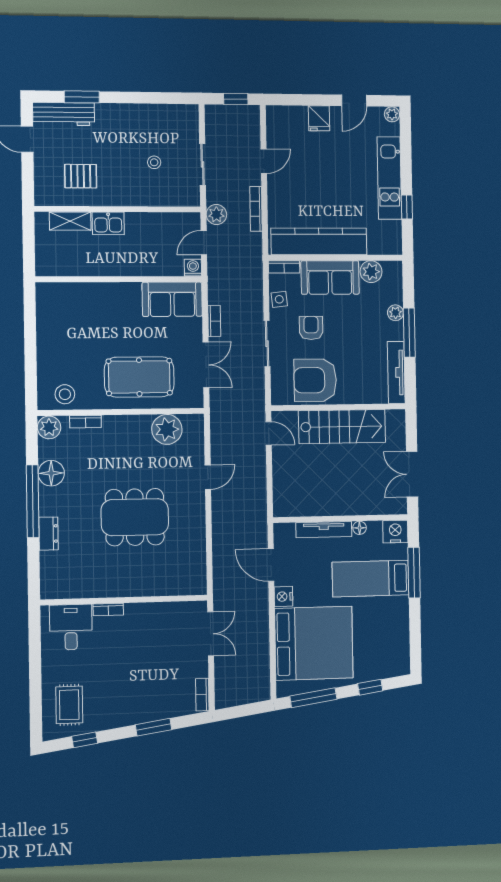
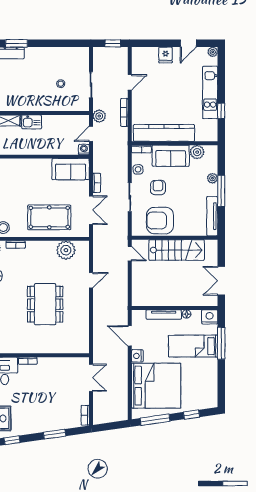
pallet: (81, 176) -> (15, 93), removed
dining table: (135, 517) -> (45, 304), turned 90

